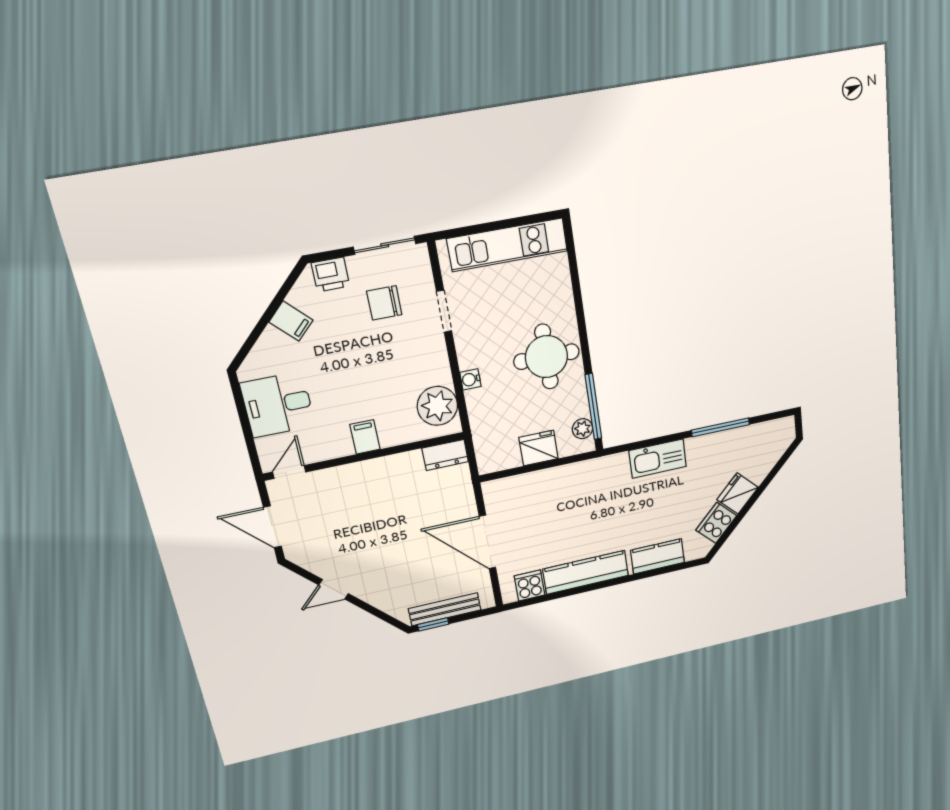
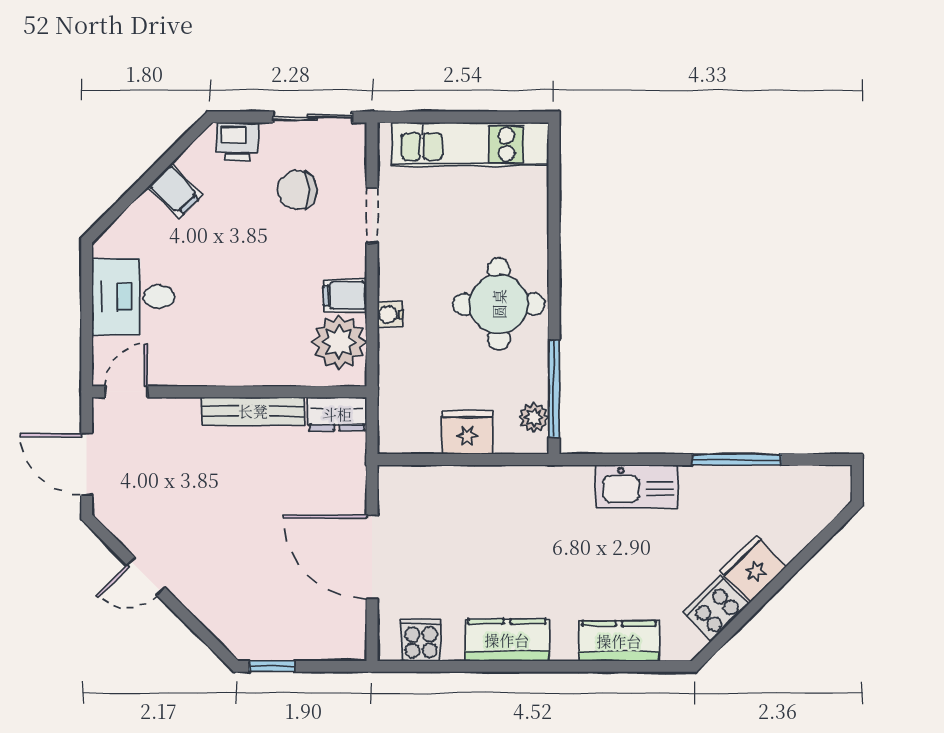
filing cabinet: (365, 437) -> (345, 295), moved, turned -90
kitchen counter: (586, 572) -> (507, 640), width x0.67
bench: (445, 609) -> (253, 411), moved

